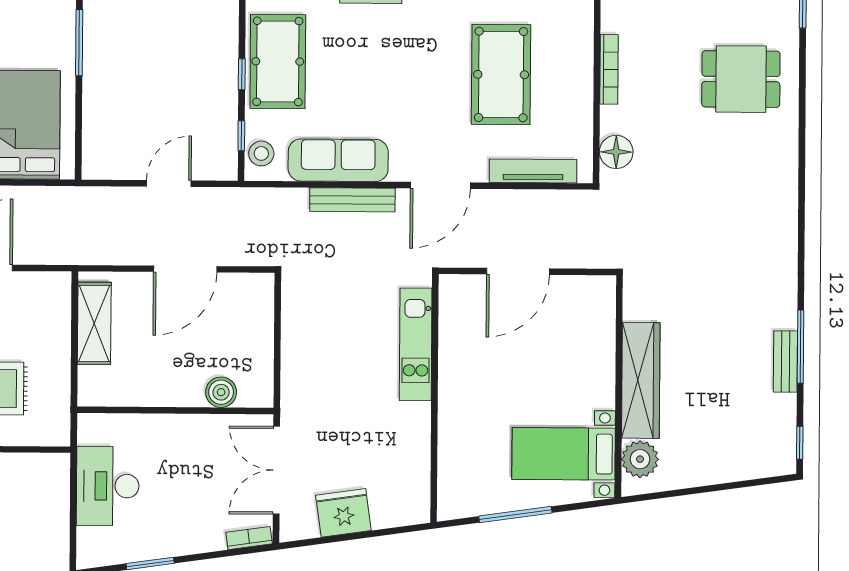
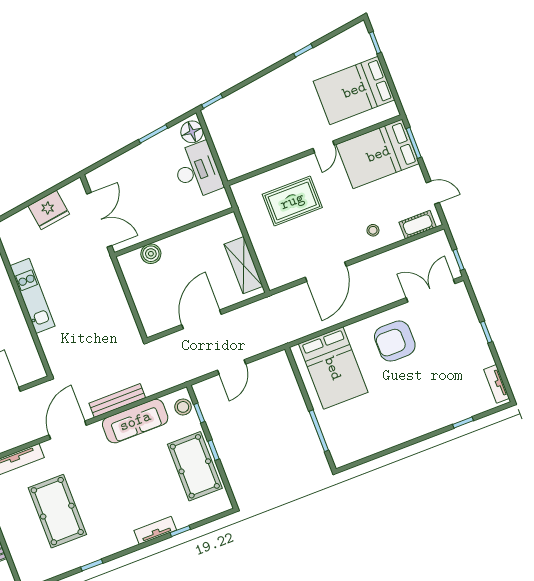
kitchen unit: (416, 344) -> (32, 296), moved
bookcase: (249, 538) -> (100, 173), removed
floor lamp: (93, 545) -> (192, 132), added

